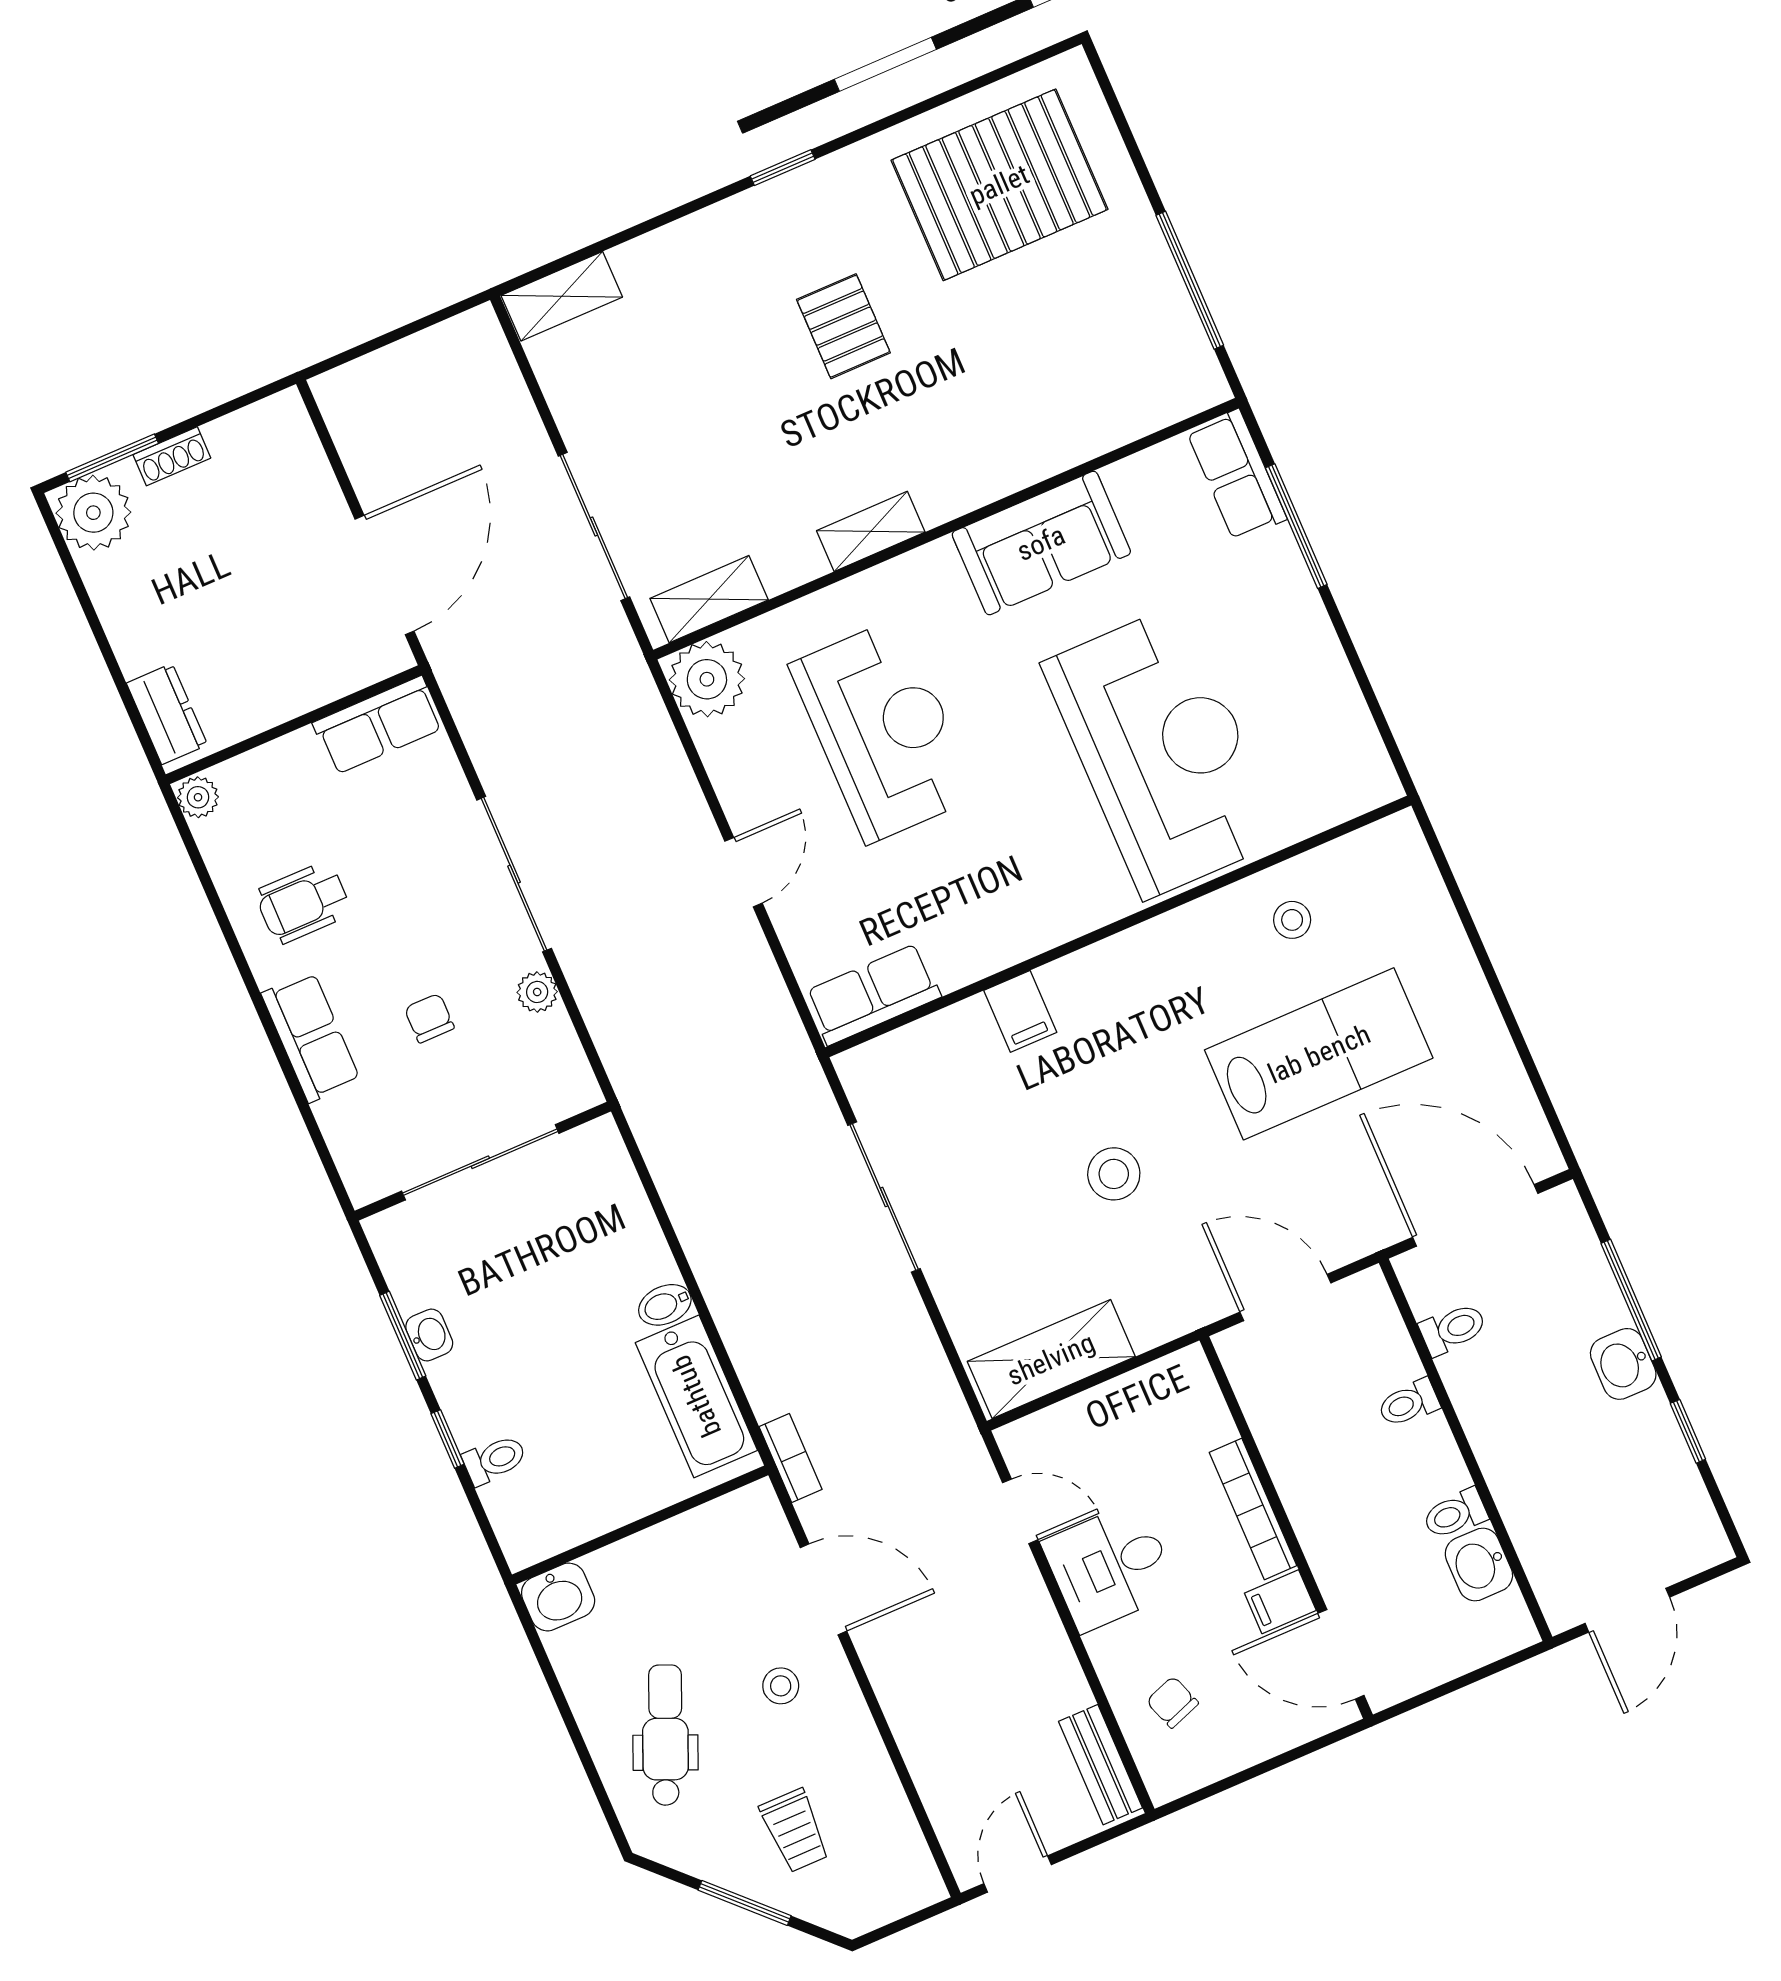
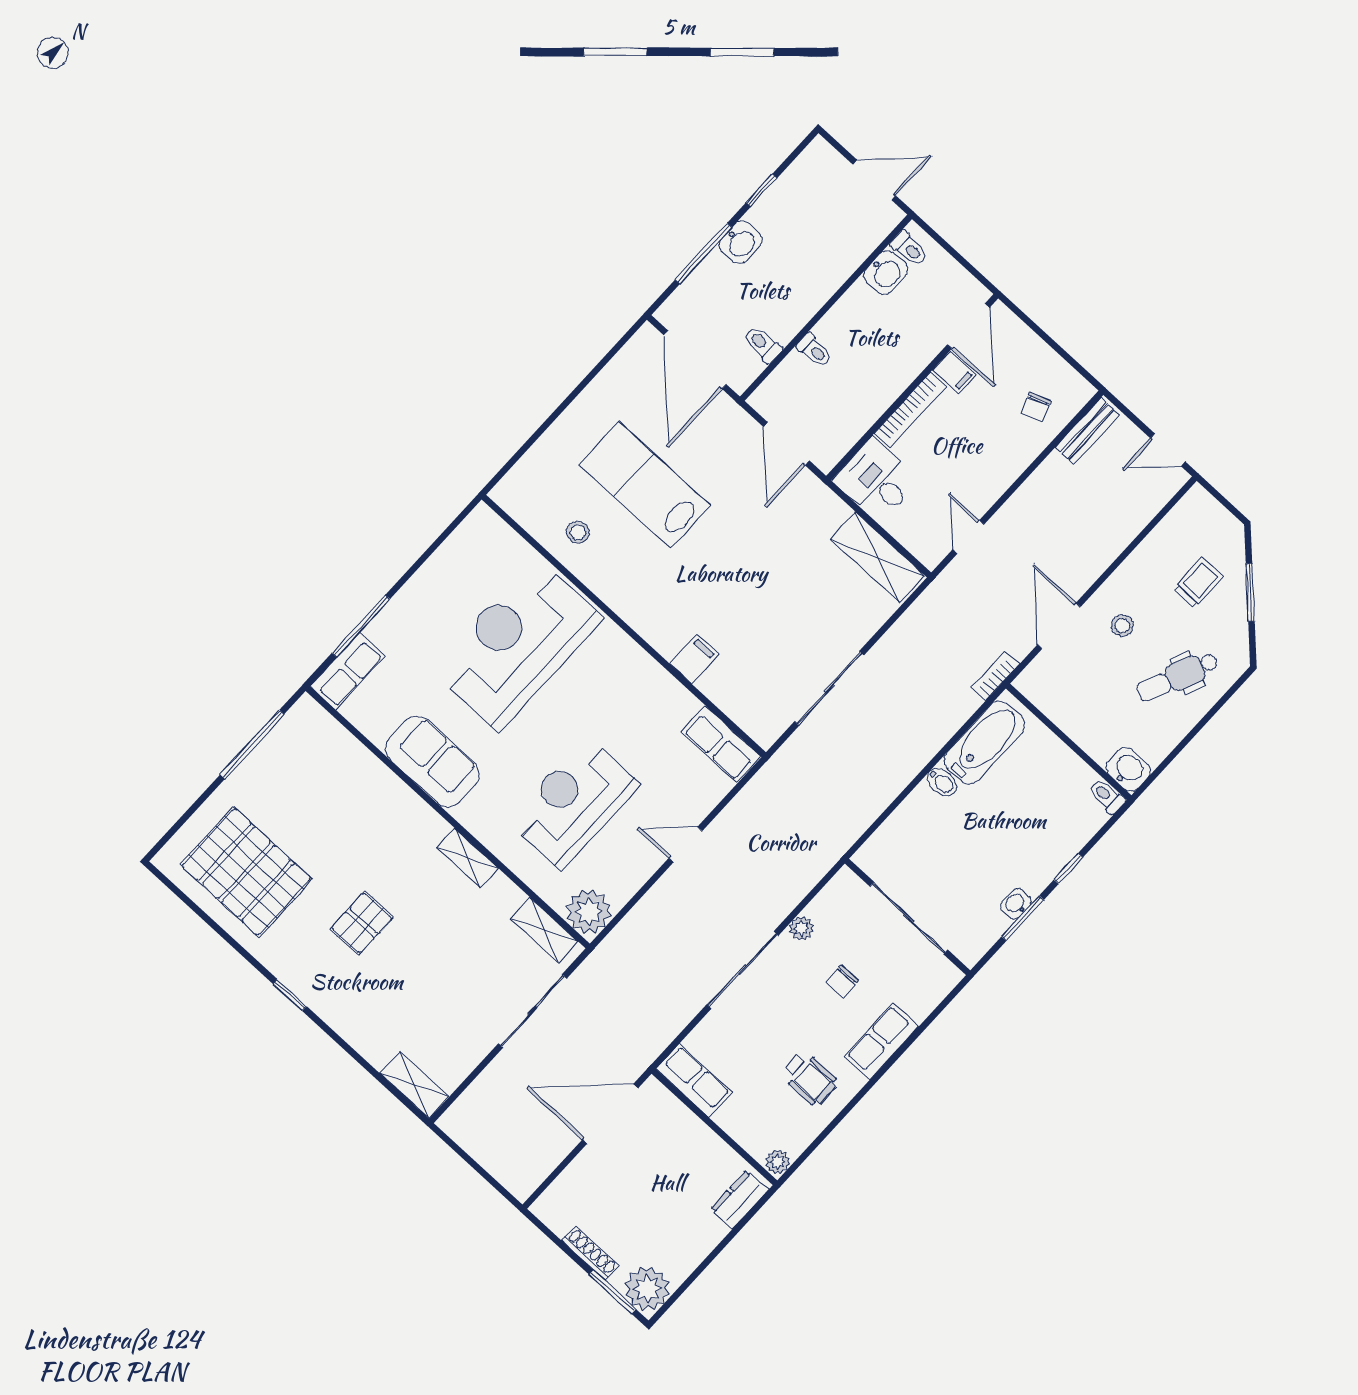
shoe rack: (172, 456) -> (590, 1253), width x1.43
stool: (1114, 1174) -> (761, 568), removed
toilet: (495, 1460) -> (1107, 796), moved
toilet: (1455, 1514) -> (909, 249), moved
desk: (1110, 1567) -> (876, 480), moved, turned 180

